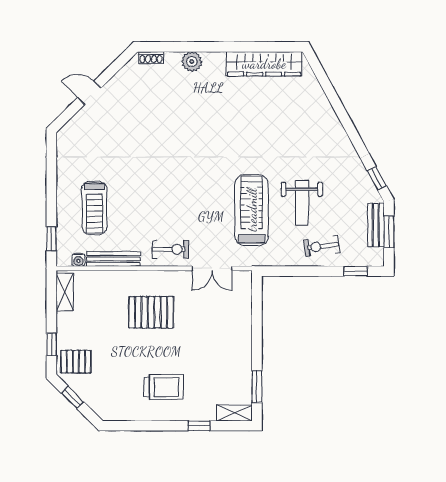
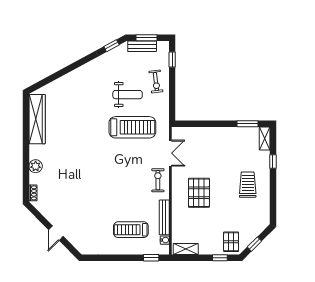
treadmill: (94, 208) -> (131, 230), turned 180
treadmill: (252, 210) -> (132, 127), turned 180

